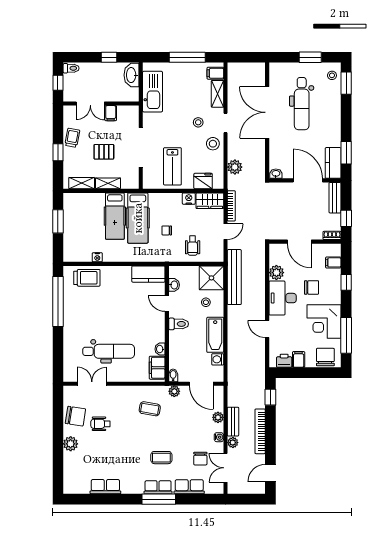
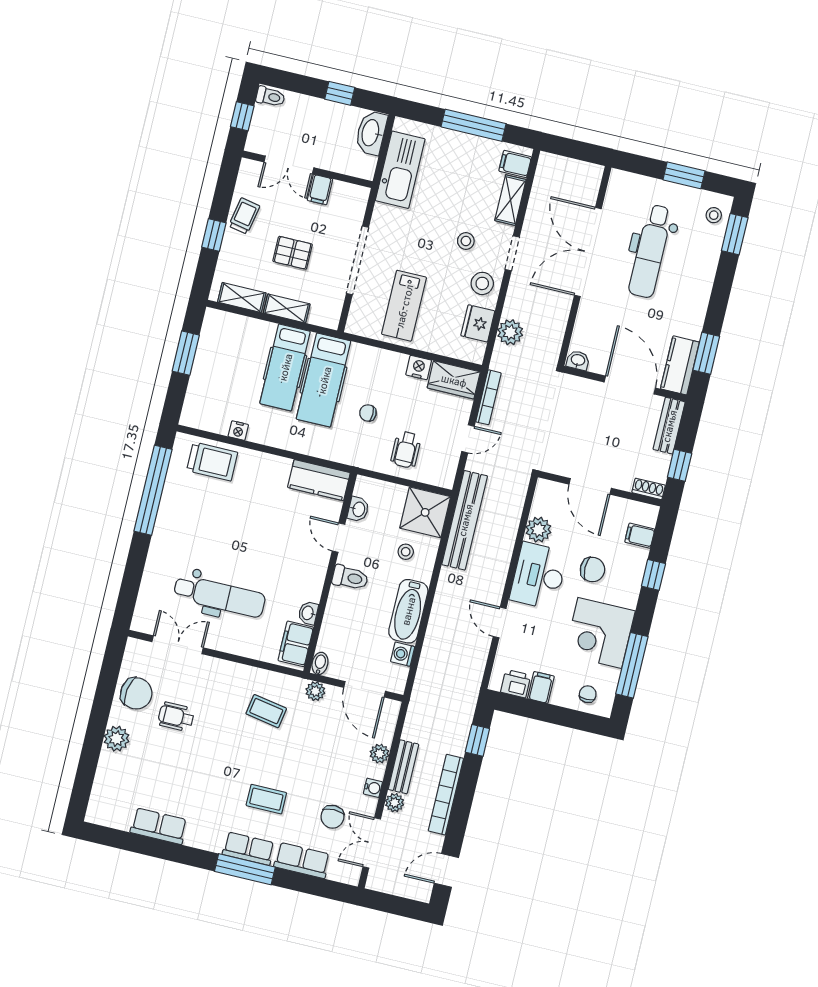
fridge: (203, 181) -> (478, 323), moved, turned -90
chair: (325, 357) -> (588, 694), width x0.54, depth x0.54

